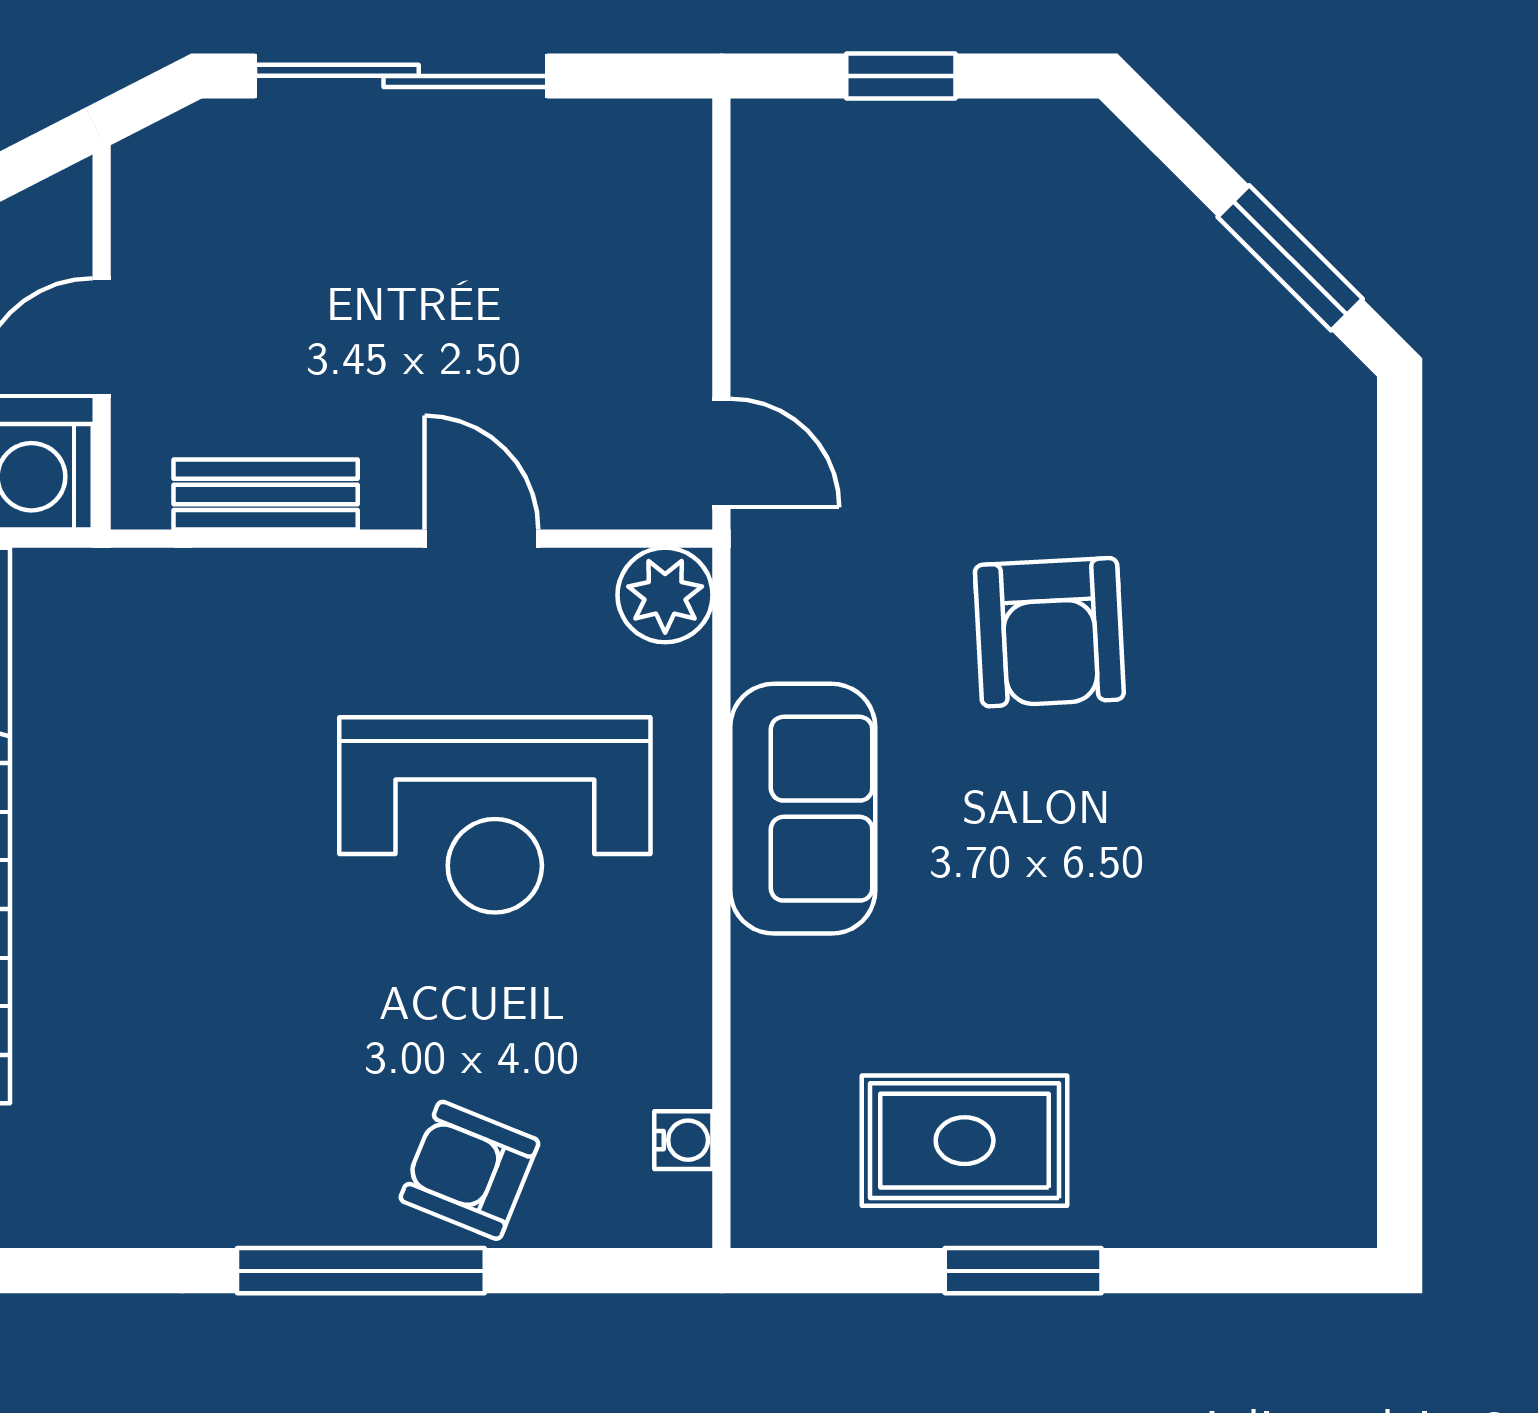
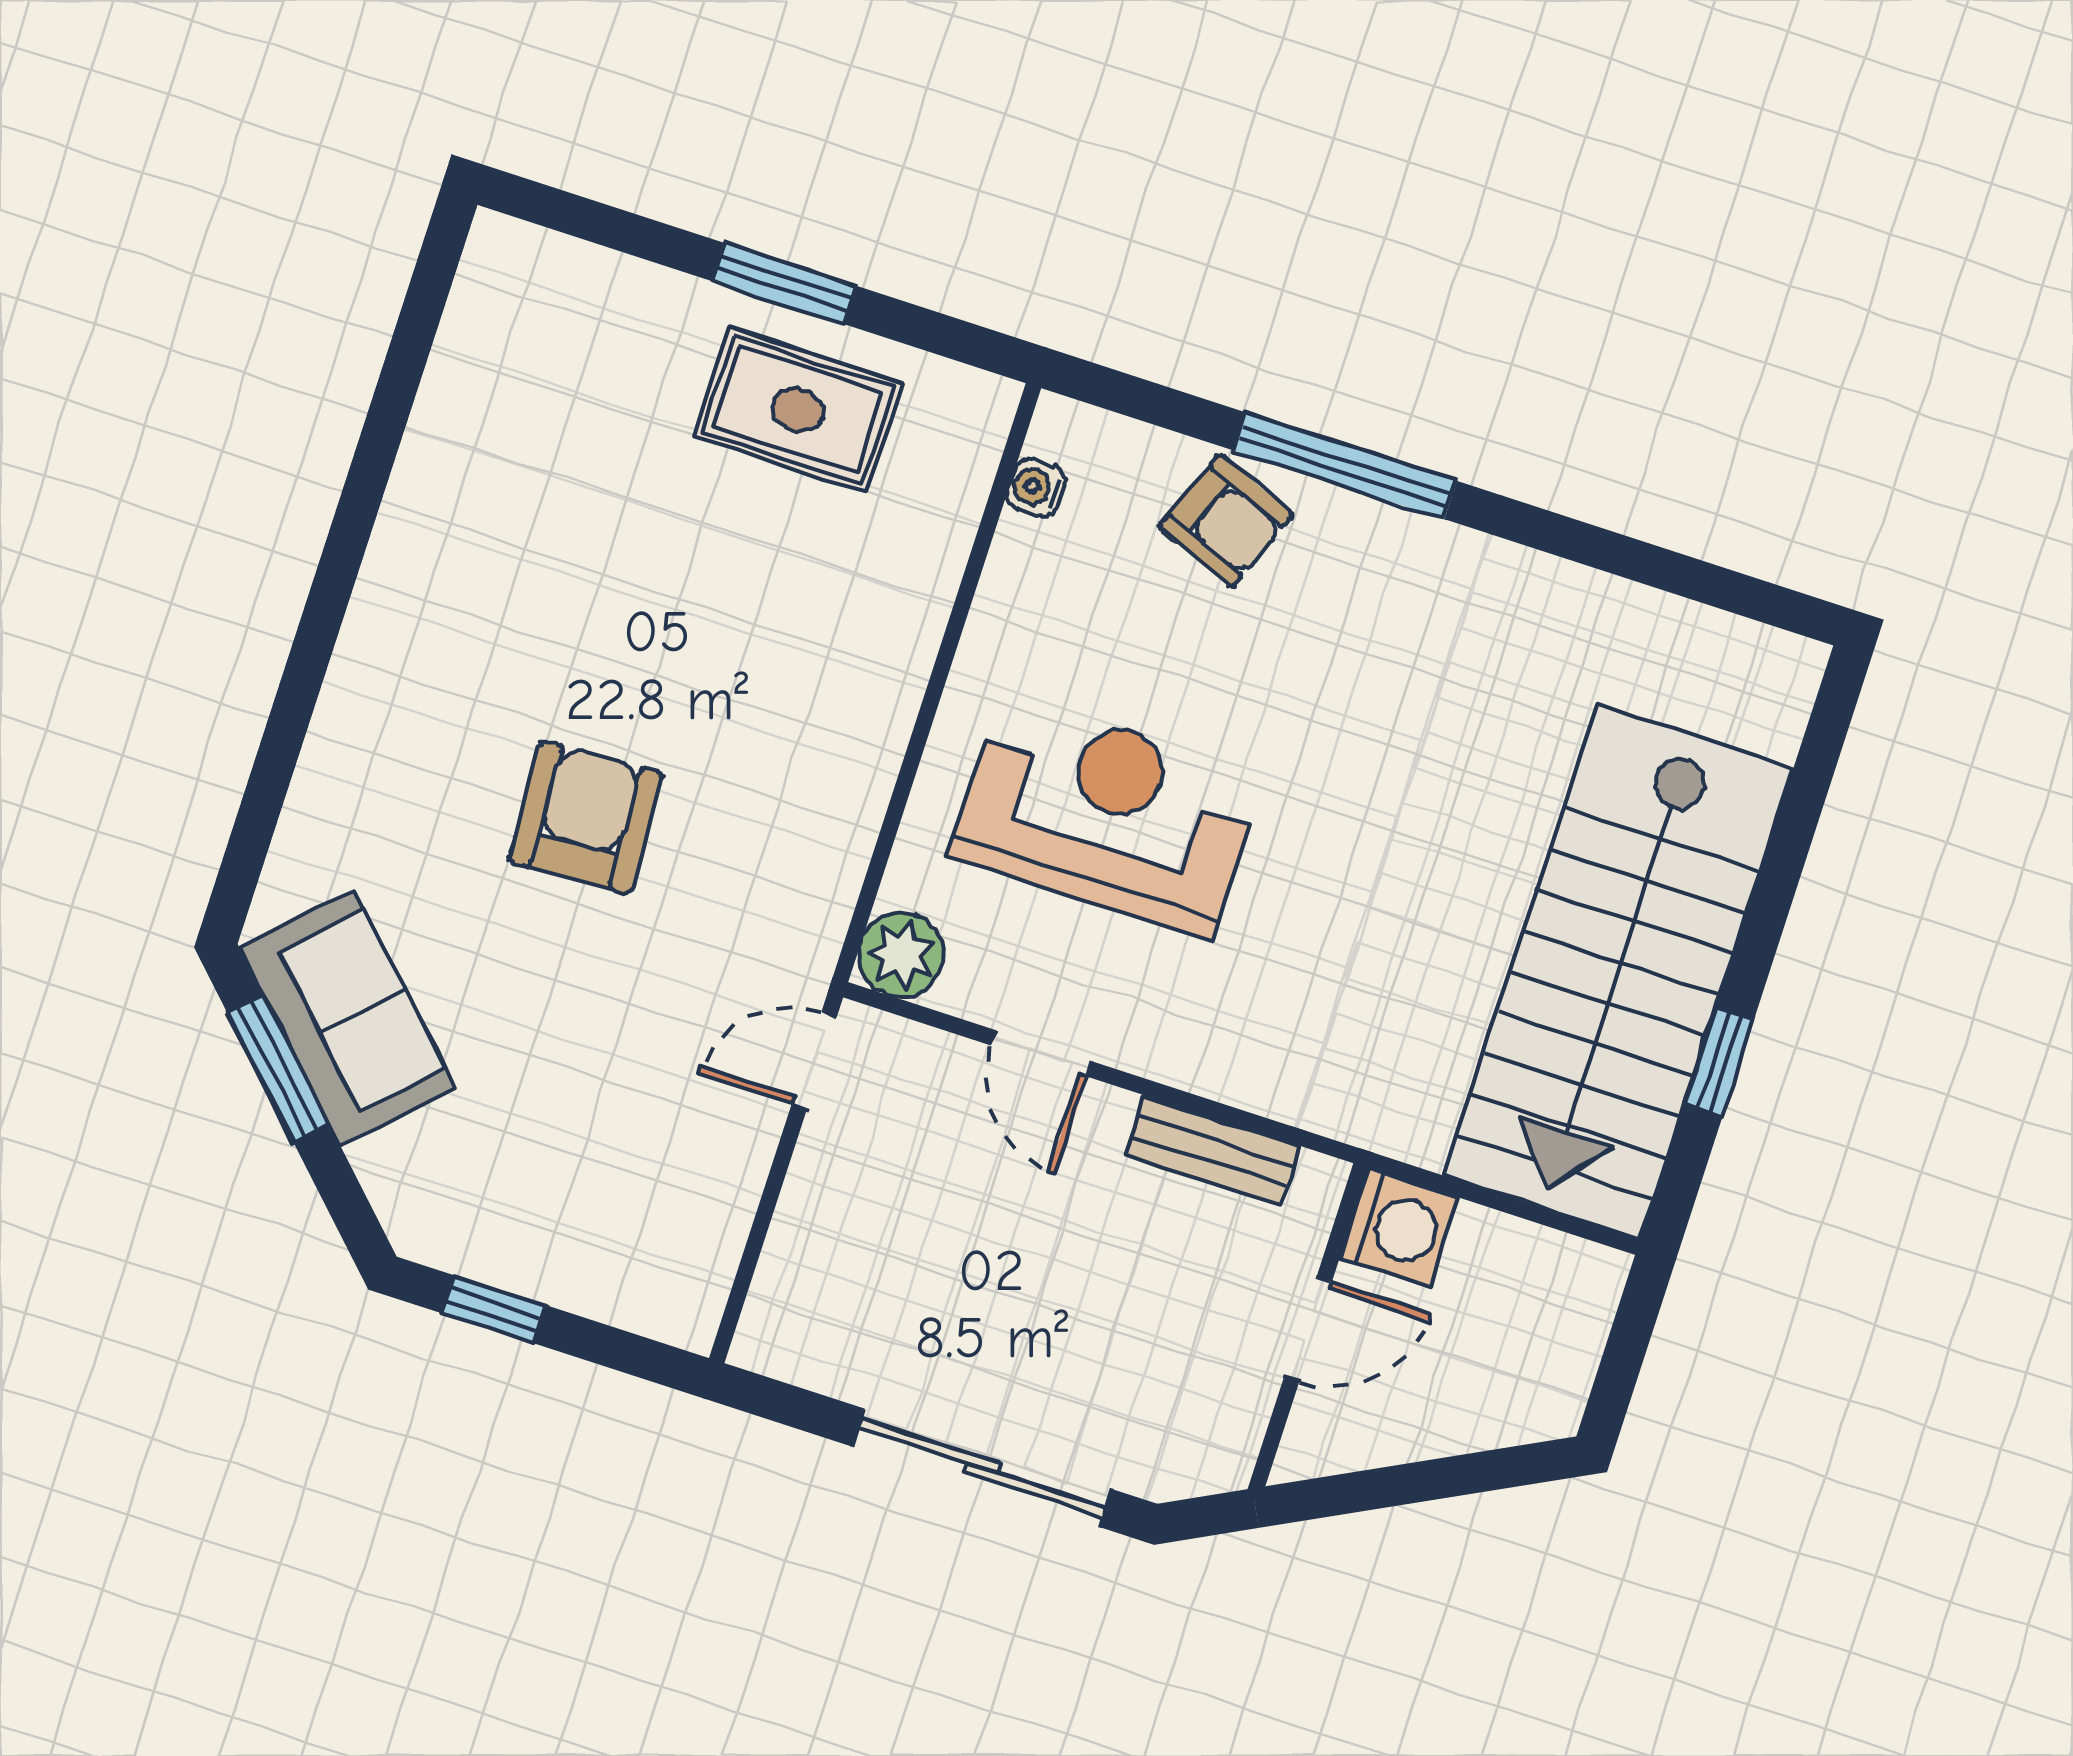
window: (901, 76) -> (494, 1309), moved
door: (721, 453) -> (814, 1060), hinge flipped
sofa: (803, 809) -> (347, 1018), moved, turned 135

